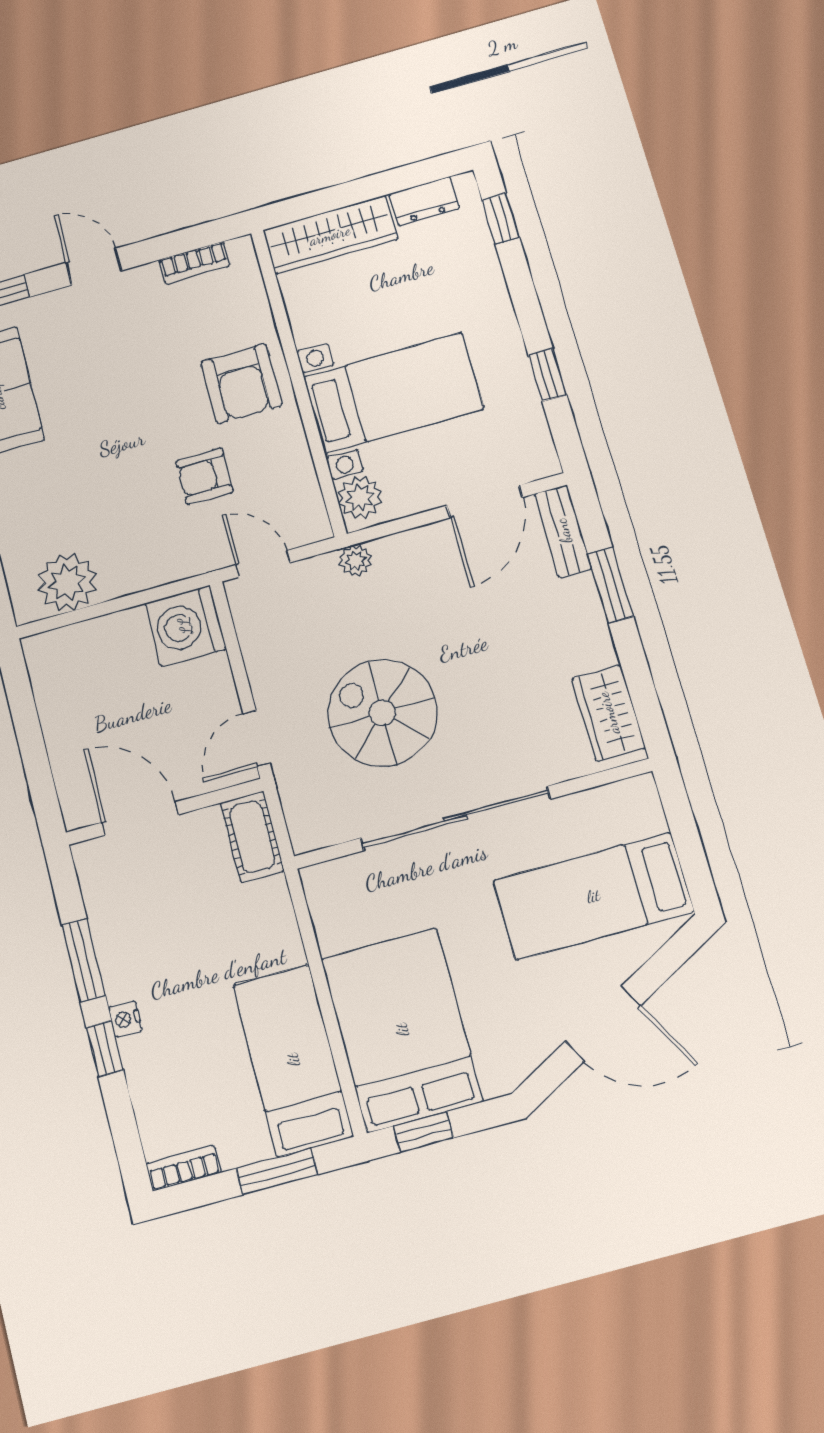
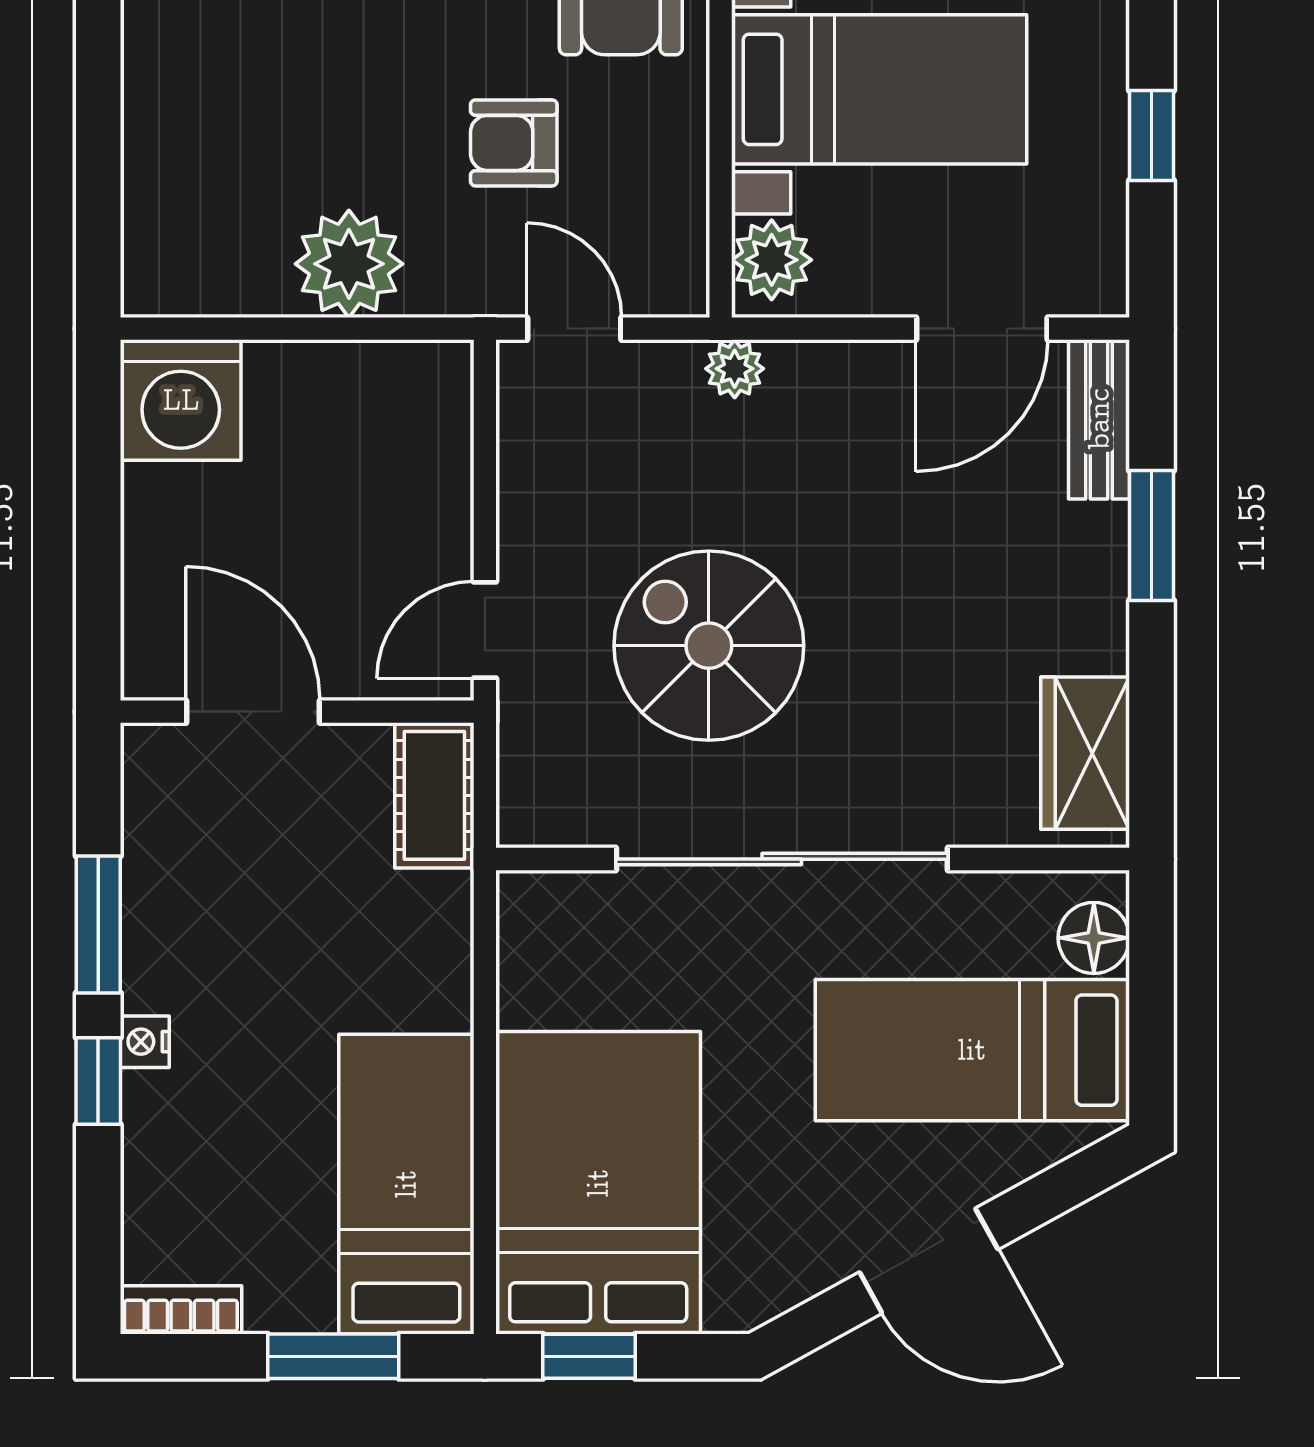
plant: (67, 582) -> (349, 264), moved
washing machine: (185, 626) -> (181, 400), moved, turned -90
floor lamp: (644, 814) -> (1094, 938), added

